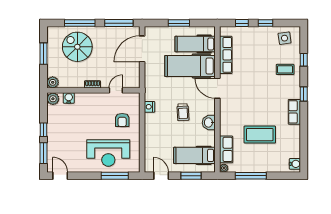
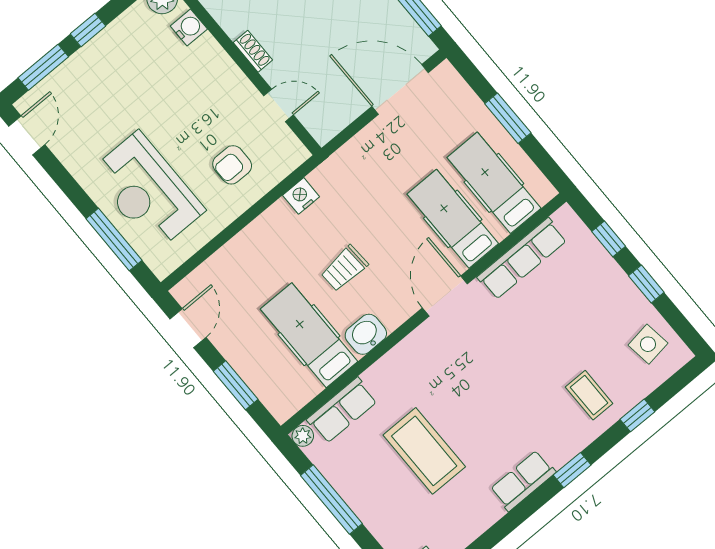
hospital bed: (190, 66) -> (453, 219), width x0.73, depth x0.78
hospital bed: (194, 155) -> (309, 335), moved

